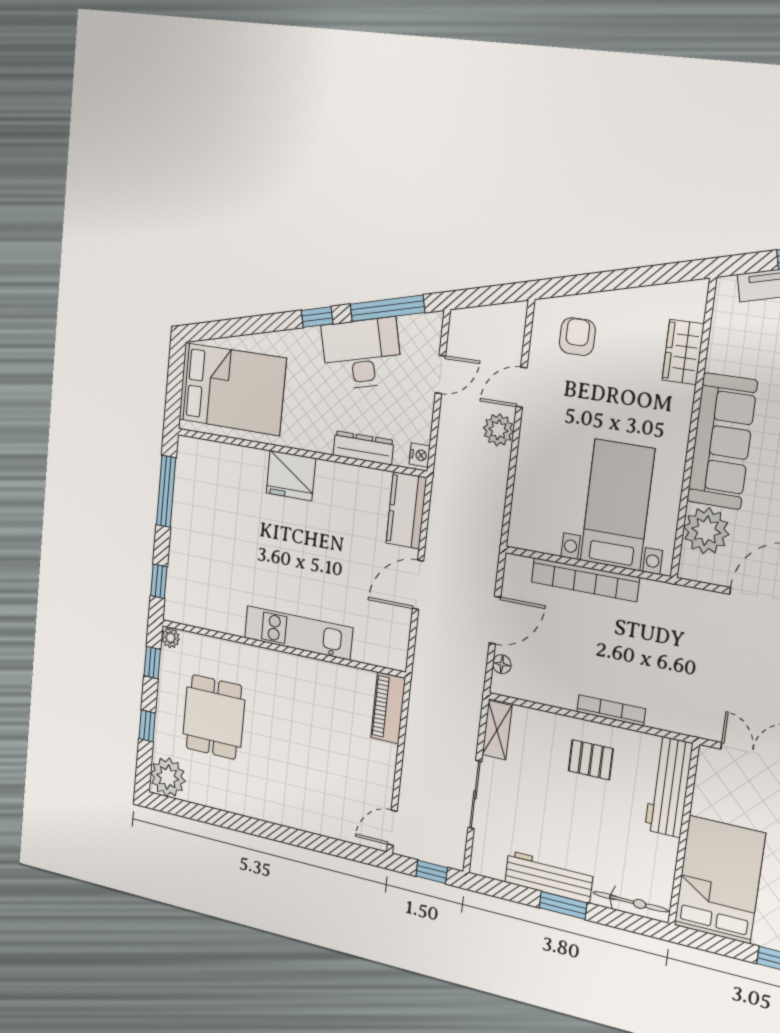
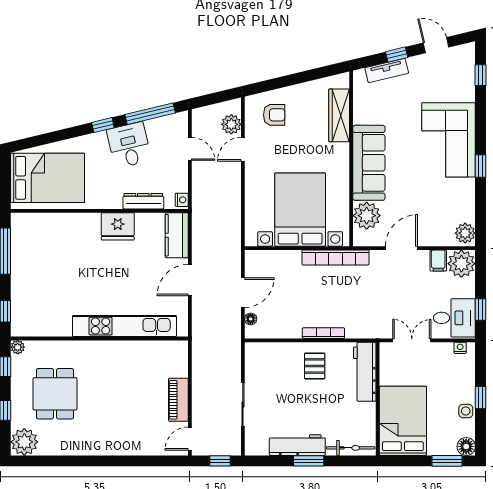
armchair: (577, 337) -> (274, 115), turned 90
wardrobe: (683, 352) -> (339, 115), width x1.50
desk: (362, 354) -> (129, 145), width x0.73
door: (440, 375) -> (190, 149), hinge flipped
plant: (498, 430) -> (231, 124), moved
fridge: (291, 476) -> (118, 226), moved
bed with nightstands: (617, 505) -> (300, 210), width x1.36
bookcase: (585, 580) -> (335, 257), moved
kitchen unit: (298, 633) -> (124, 326), width x1.36
piano: (388, 708) -> (178, 400), moved
shelving: (497, 730) -> (253, 361), removed
pallet: (591, 760) -> (315, 366), turned 90

